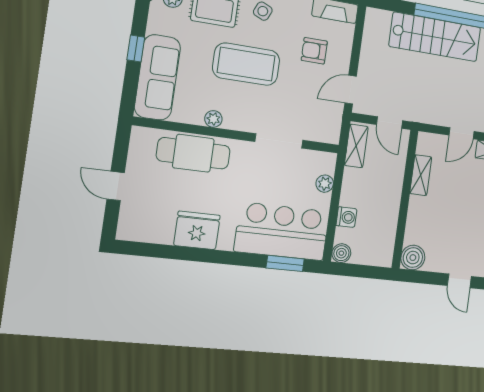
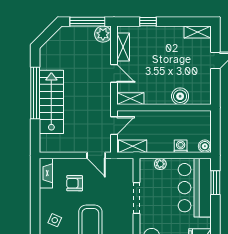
armchair: (314, 51) -> (75, 183), turned 90
shelving: (421, 175) -> (130, 99), moved
boiler: (413, 258) -> (180, 96), moved

